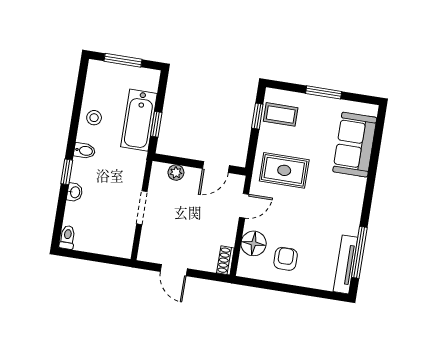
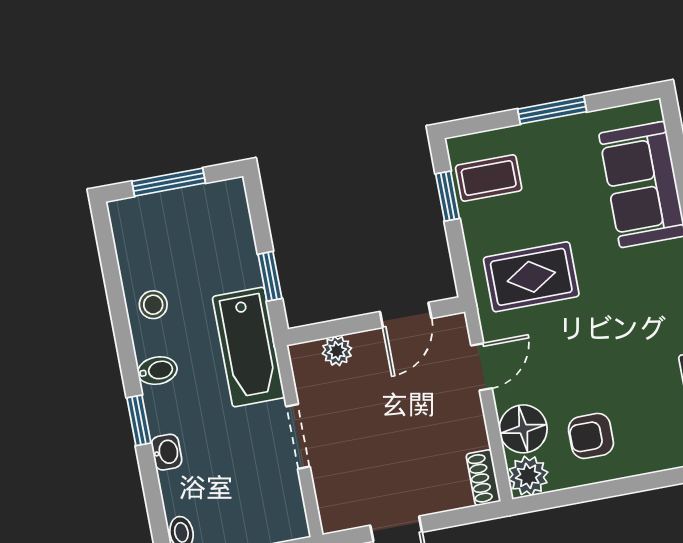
bathtub: (139, 120) -> (248, 347), moved
armchair: (286, 259) -> (591, 436), turned -90
plant: (248, 267) -> (528, 476), added

